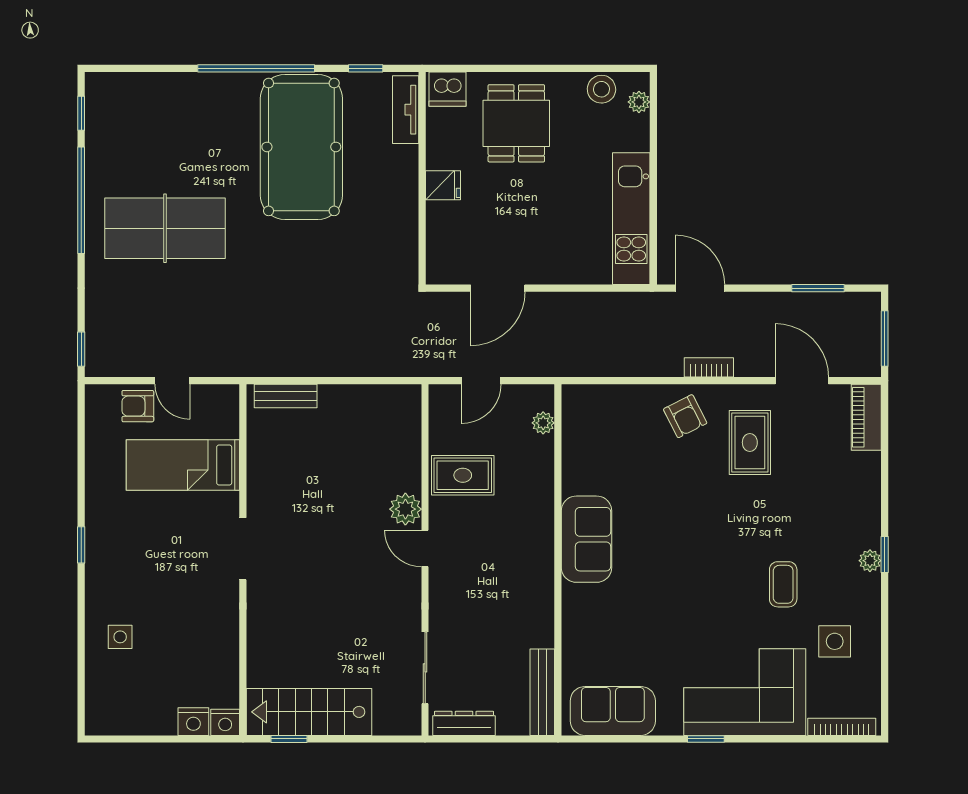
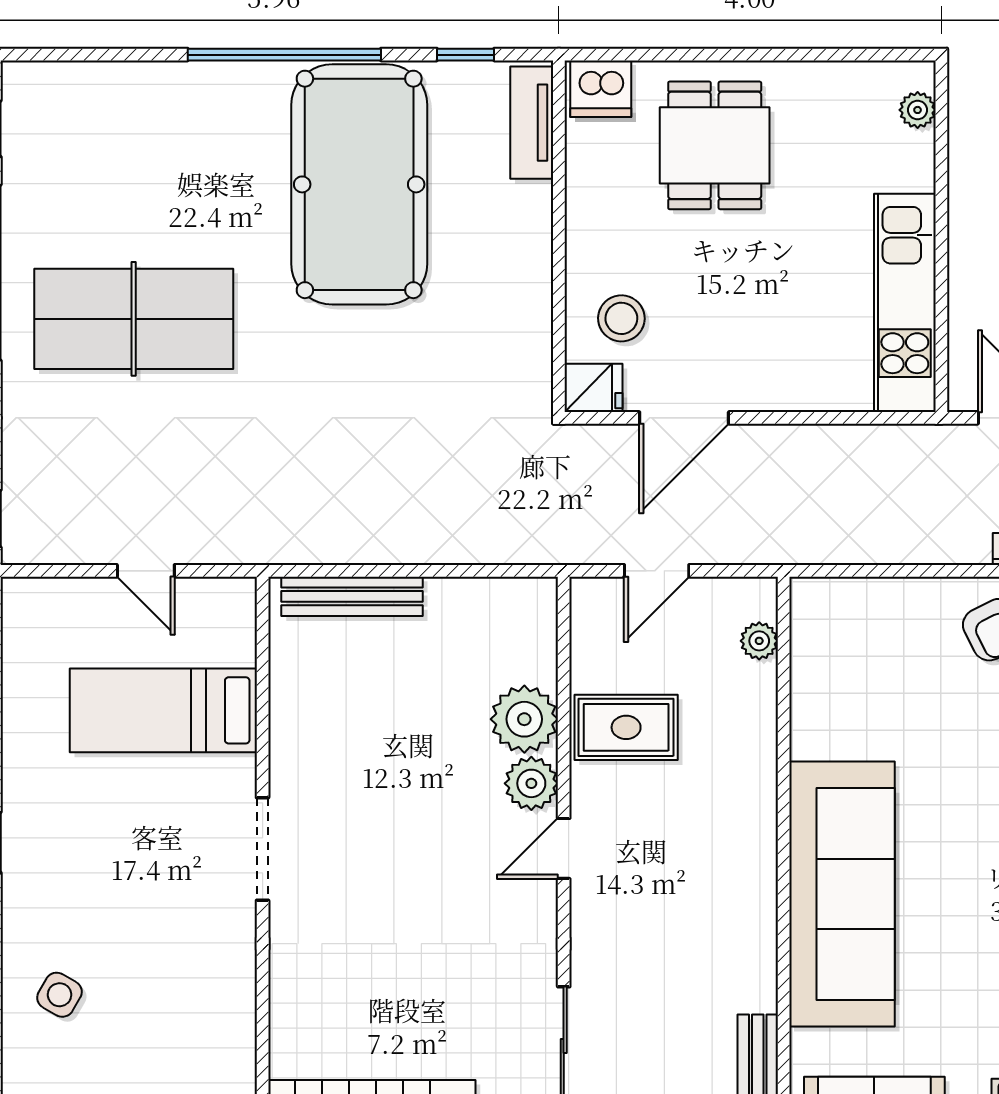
stool: (601, 89) -> (621, 318), moved
fridge: (443, 185) -> (594, 388), moved
bench: (286, 396) -> (352, 596), width x1.36
armchair: (138, 406) -> (89, 613), removed
plant: (401, 470) -> (524, 719), added
sofa: (586, 539) -> (842, 894), width x1.85, depth x1.27
door: (425, 548) -> (564, 848), hinge flipped
side table: (120, 637) -> (60, 995), turned 30

